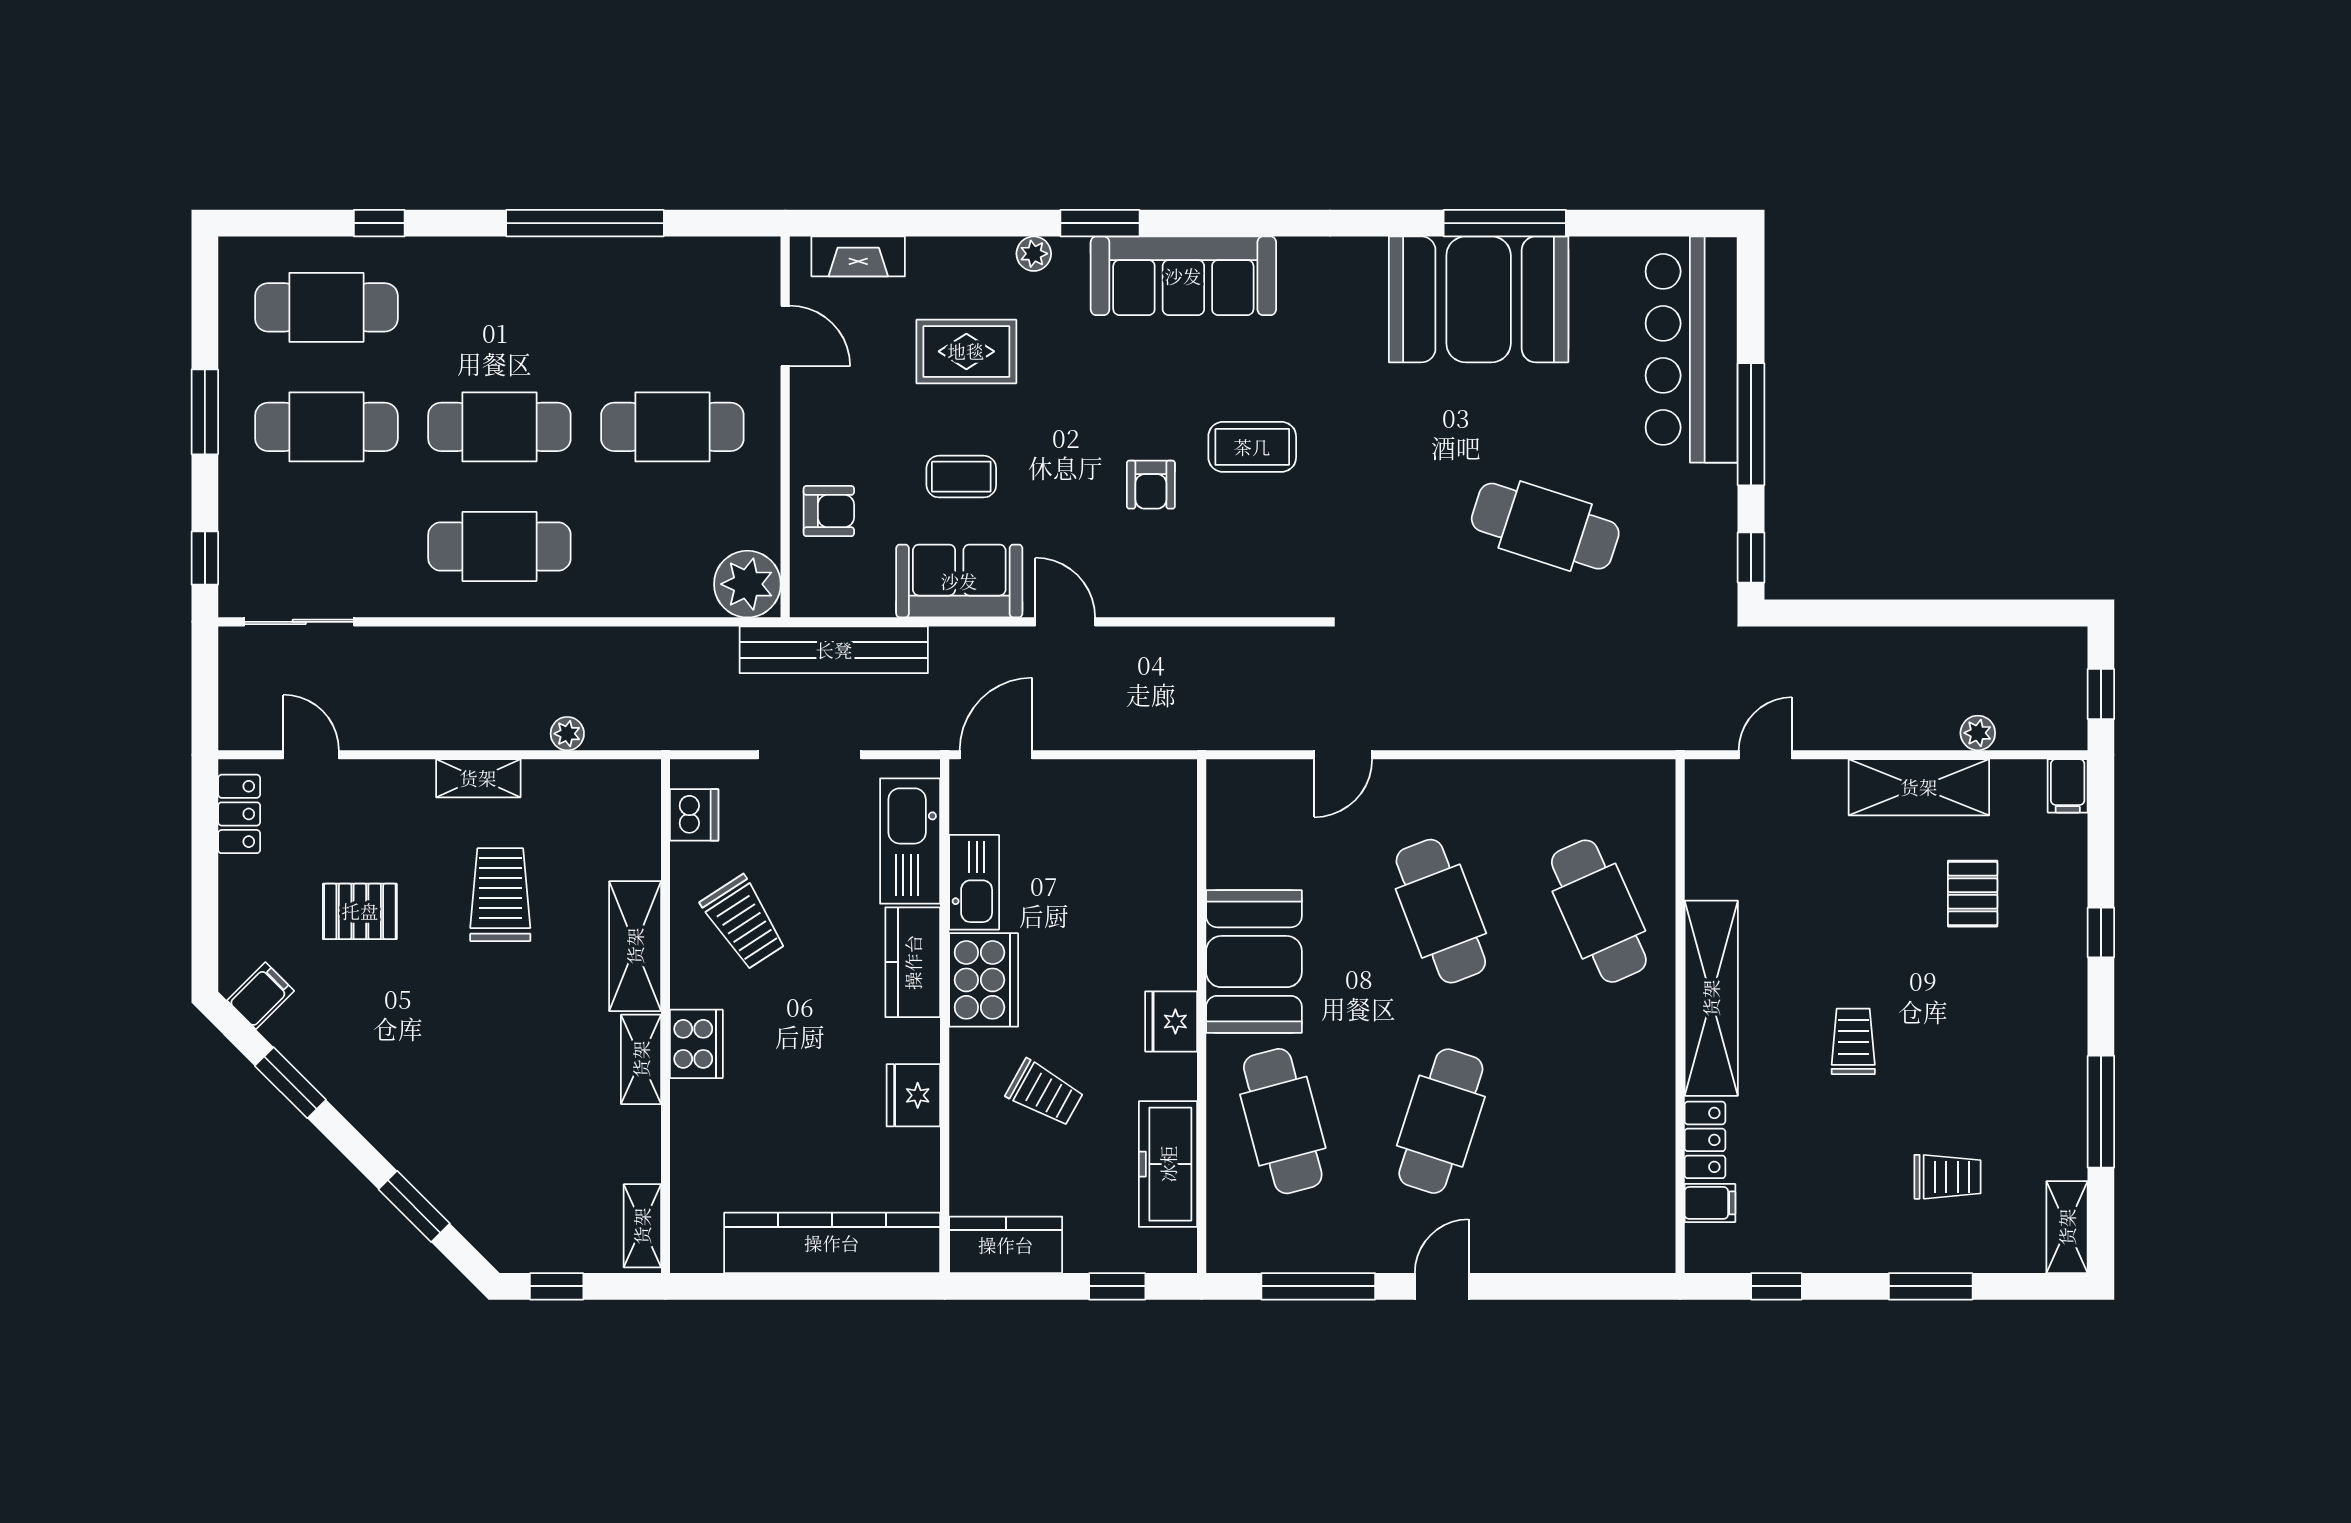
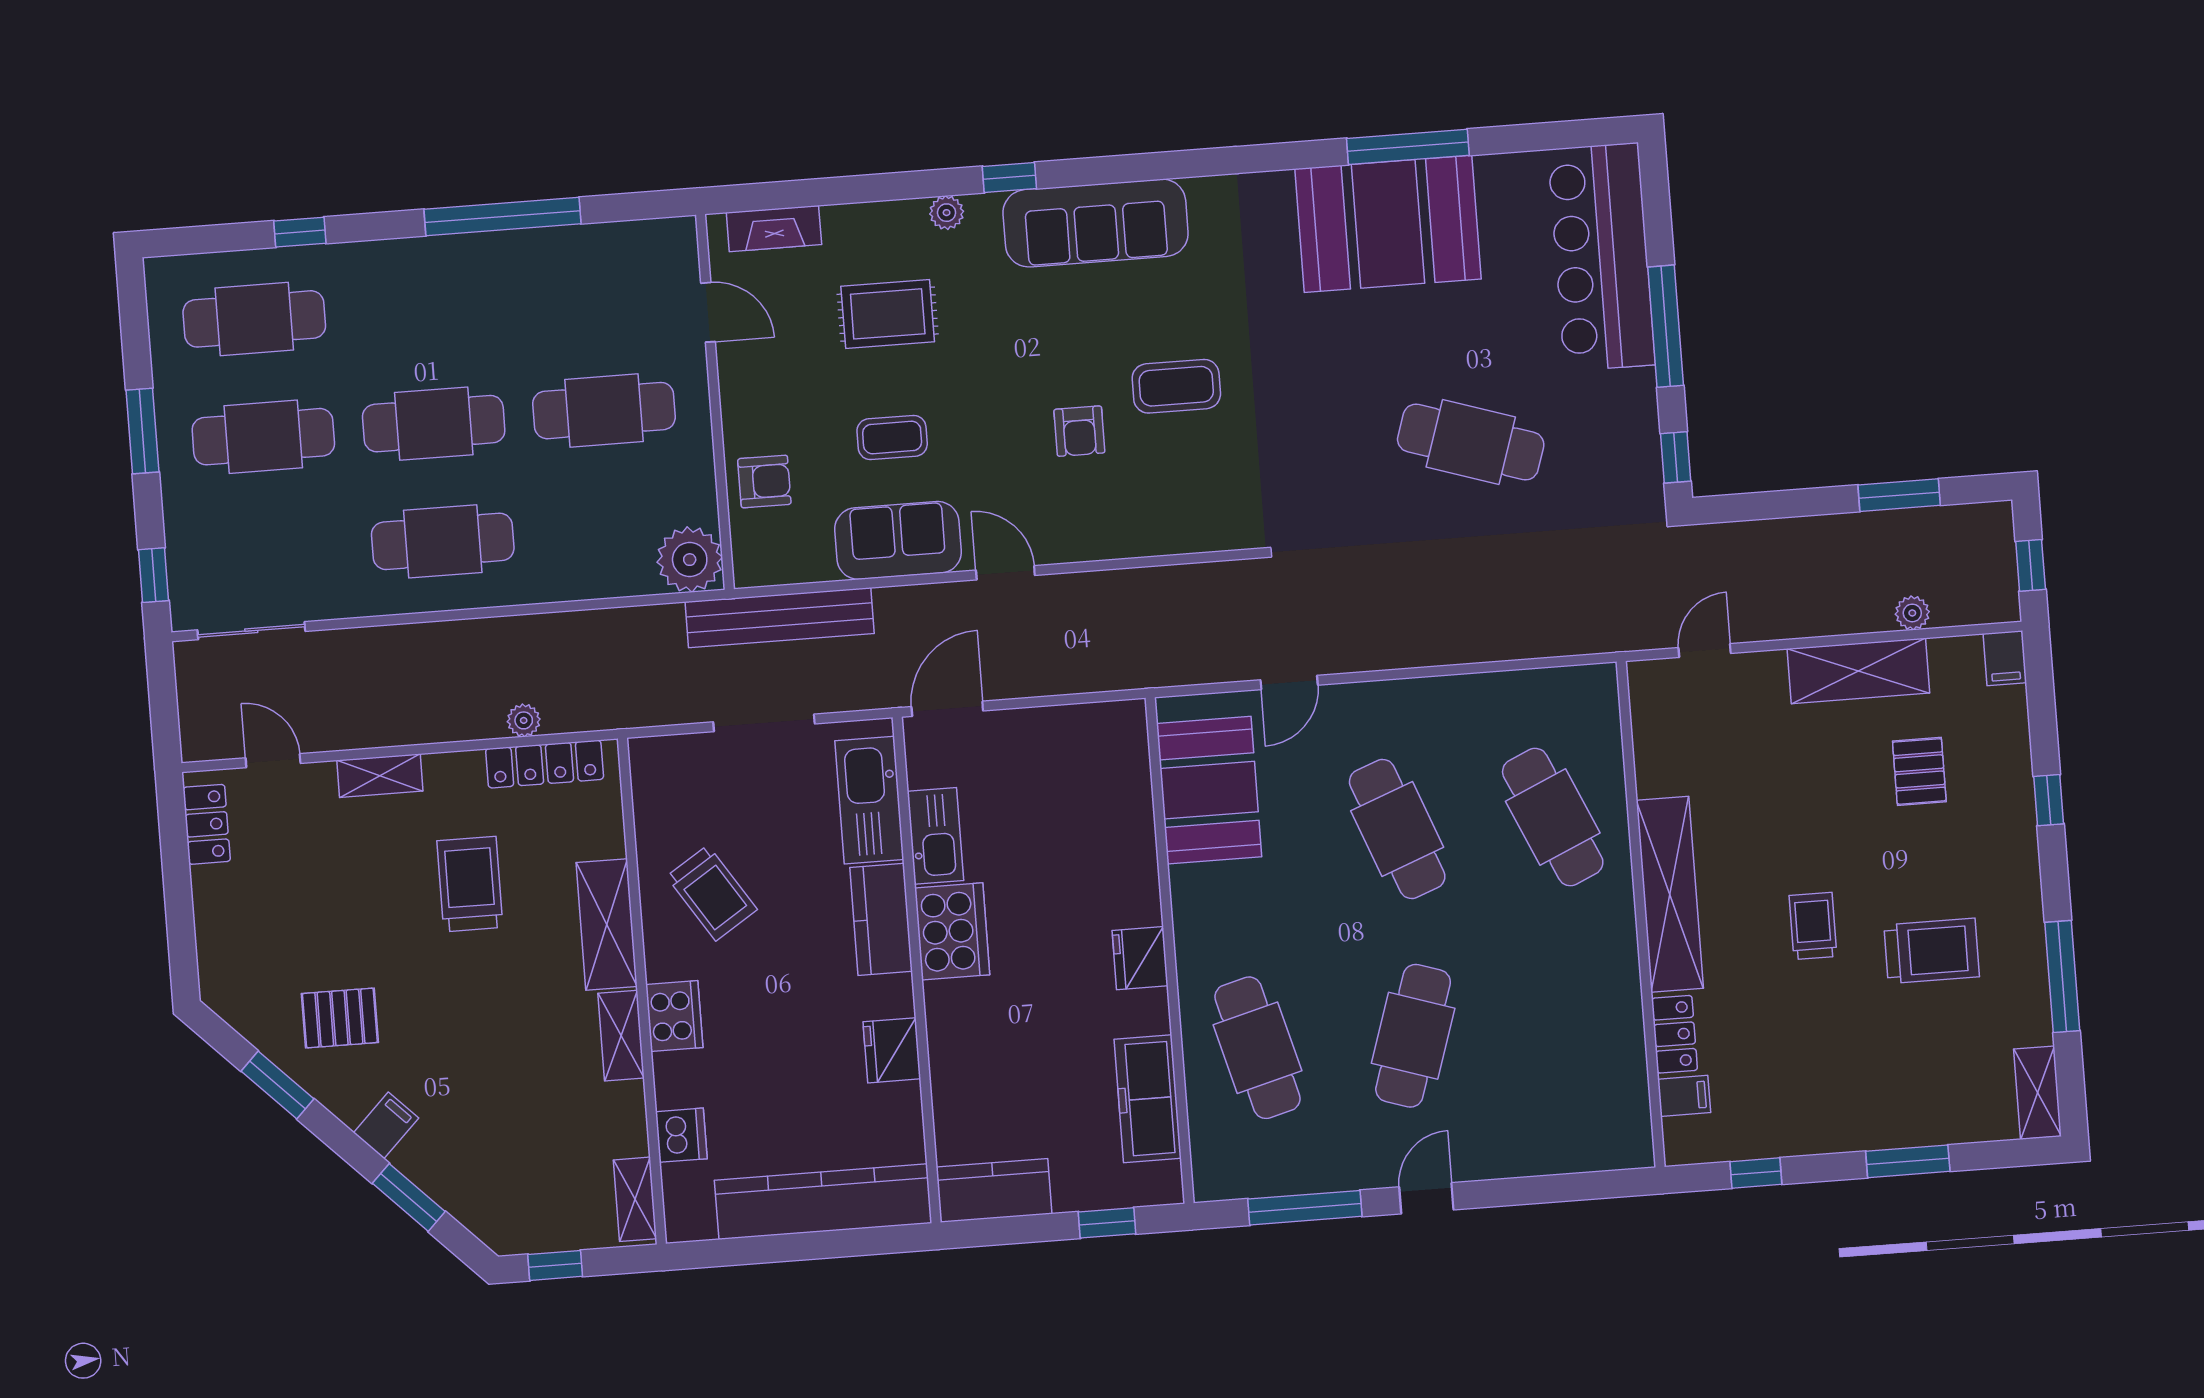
window: (1100, 223) -> (1009, 177), width x0.67
window: (1974, 613) -> (1899, 495), added
shelving: (478, 778) -> (380, 776), moved
locker: (585, 779) -> (545, 764), added
dishwasher: (694, 815) -> (681, 1135), moved
pallet: (360, 911) -> (340, 1018), moved
booth: (1254, 962) -> (1209, 790), moved
filing cabinet: (261, 996) -> (386, 1125), moved
trolley: (1045, 1093) -> (1021, 1038), removed
trolley: (1947, 1177) -> (1932, 951), moved, width x1.36, depth x1.39

